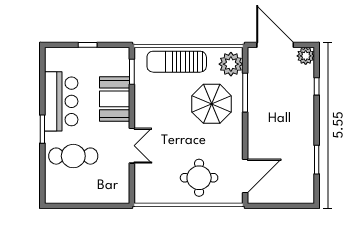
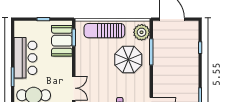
plant: (306, 56) -> (193, 27), removed
booth: (115, 99) -> (62, 41), moved

